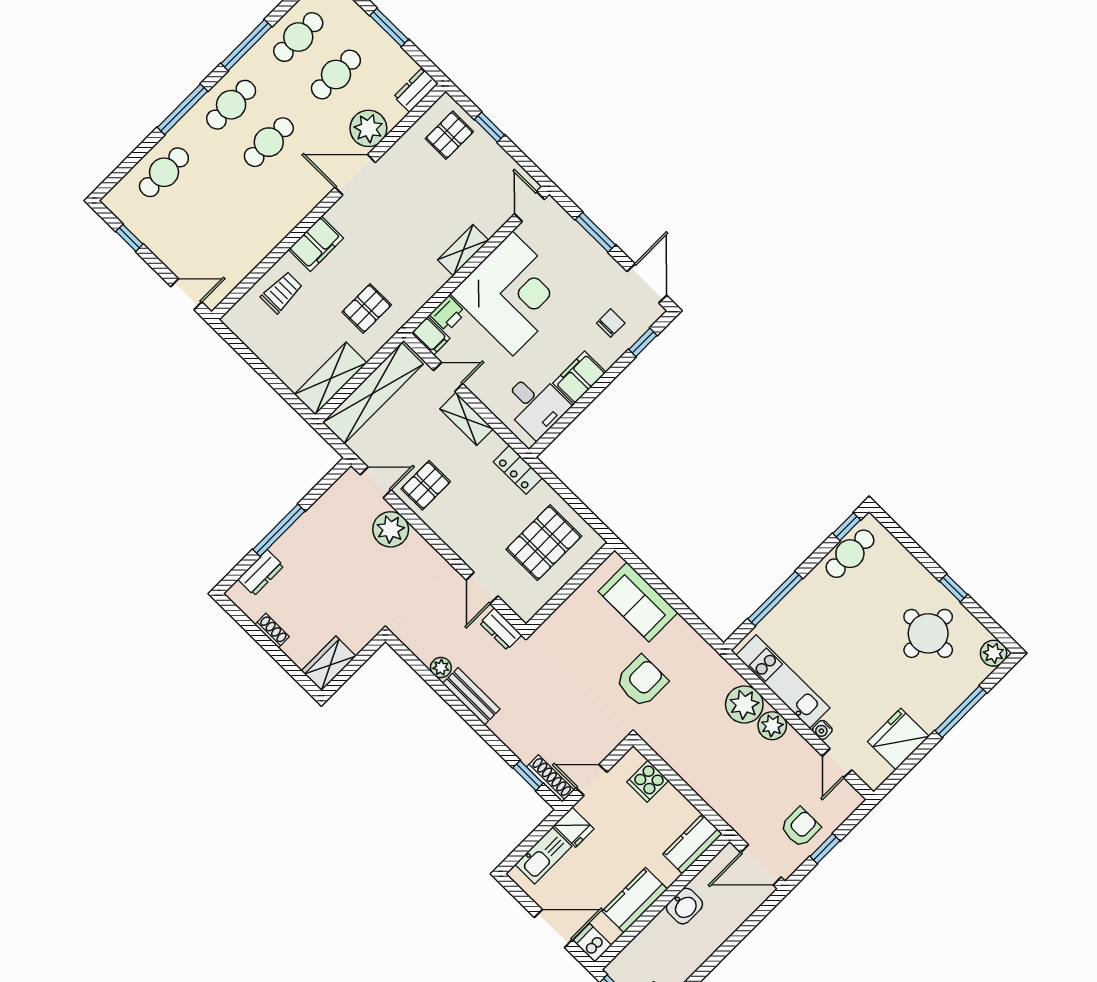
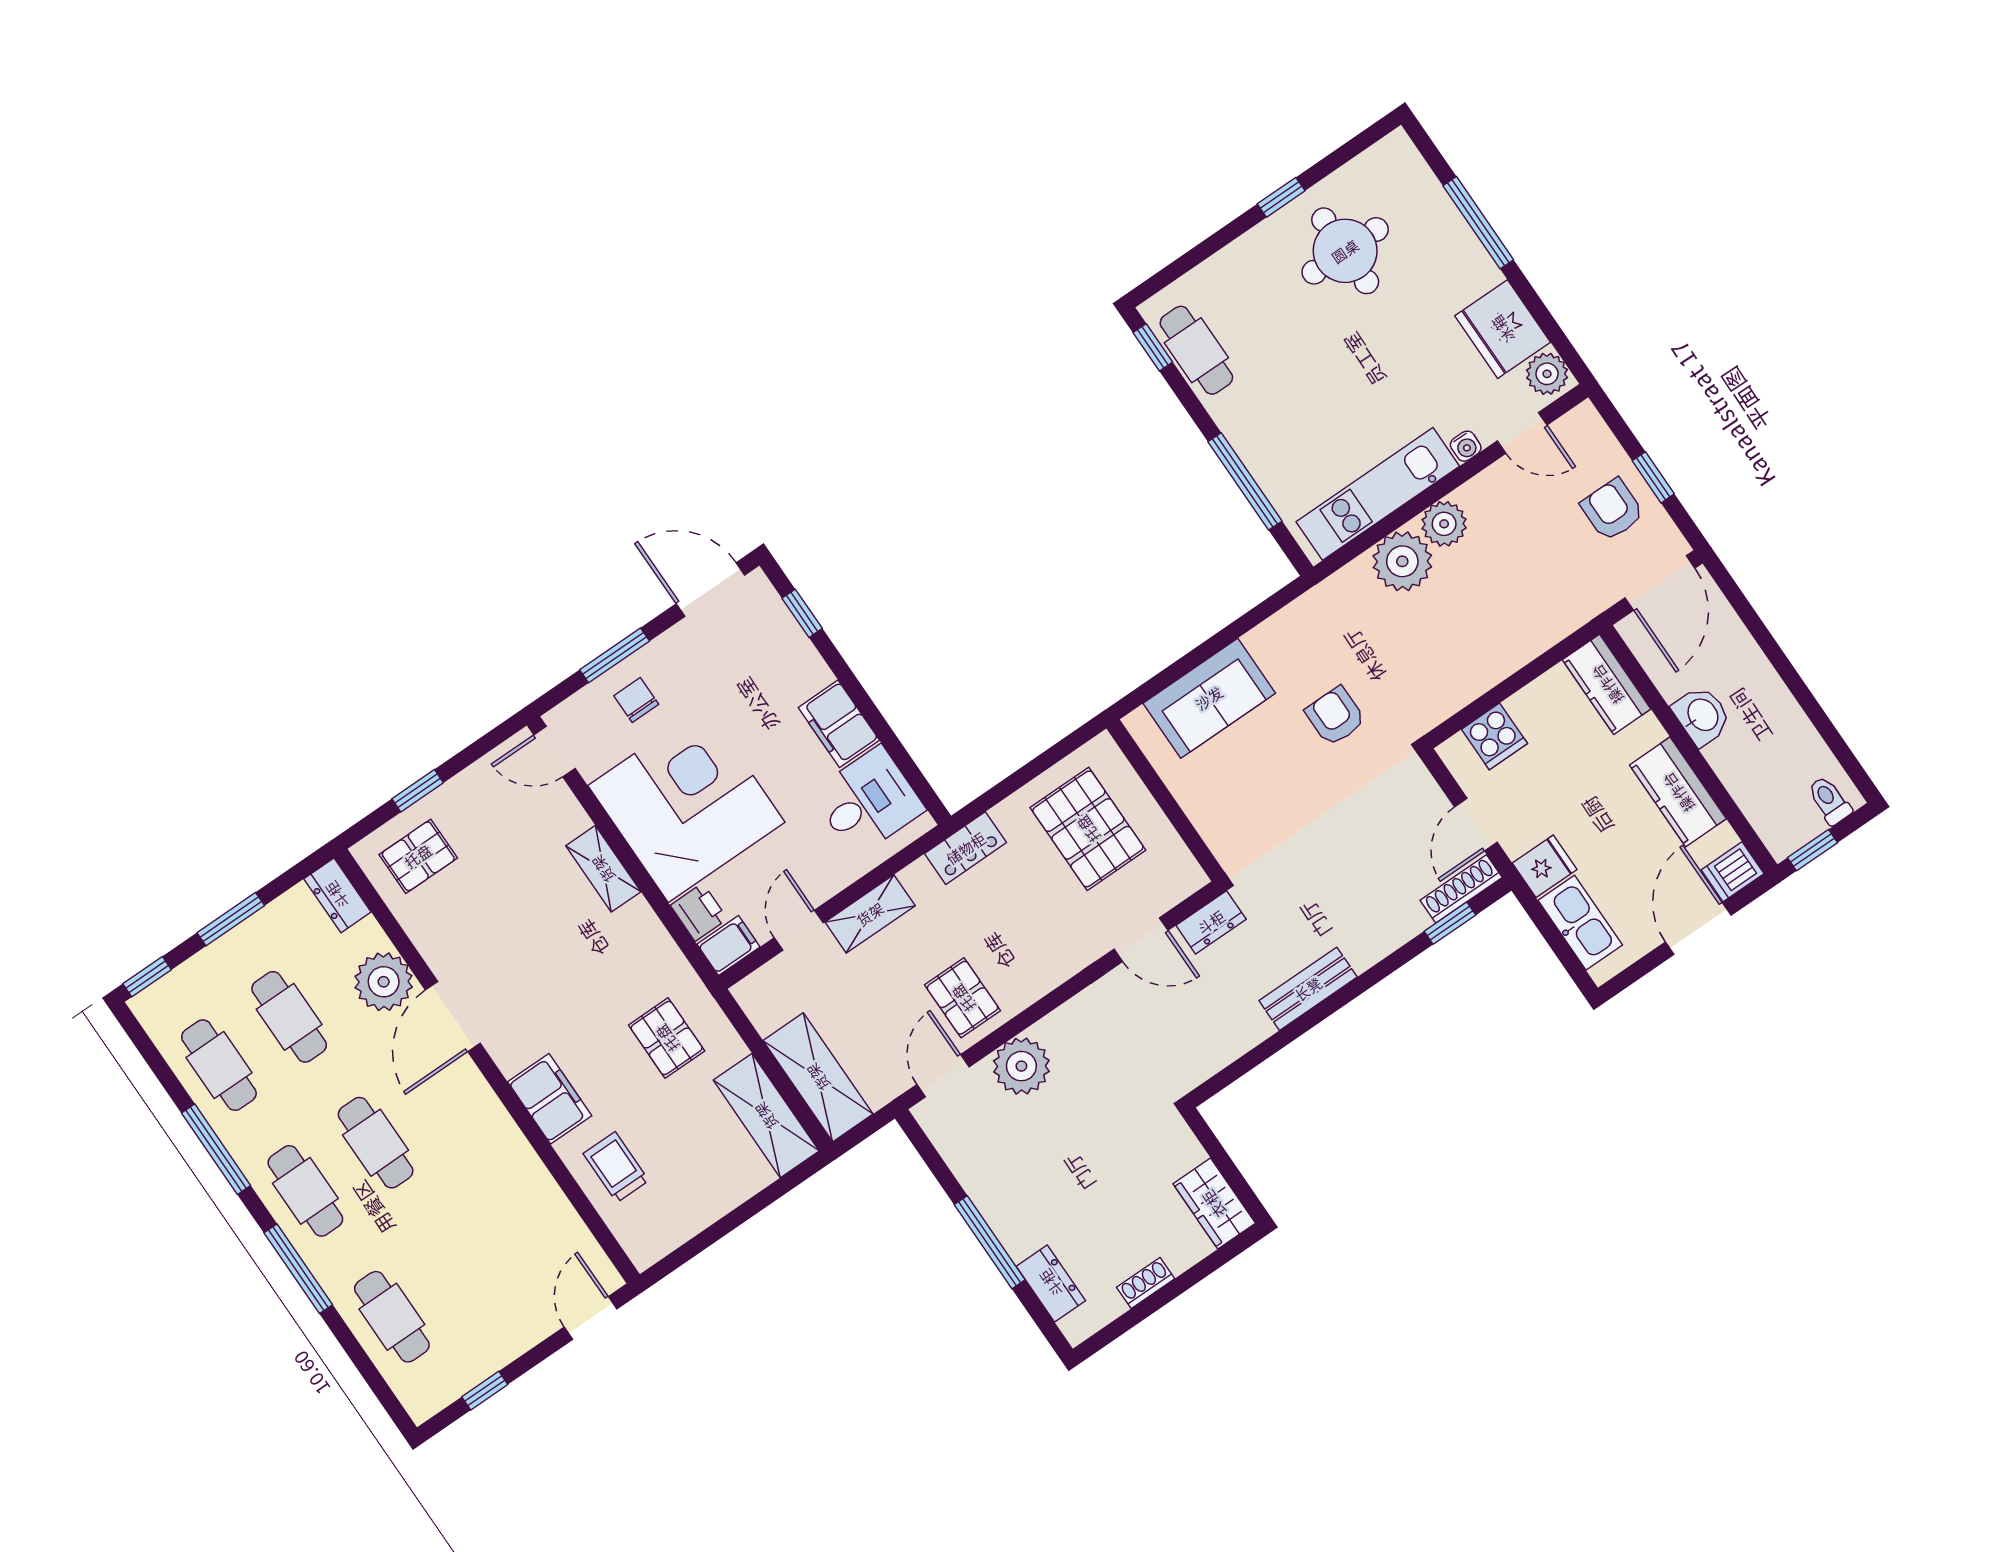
pallet: (449, 135) -> (418, 856), turned 90
chair: (611, 323) -> (636, 700), moved
shelving: (373, 393) -> (818, 1077), width x0.68
plant: (994, 653) -> (1547, 374), moved
plant: (441, 668) -> (1254, 1028), removed
armchair: (642, 681) -> (1335, 716), width x0.72, depth x0.72

